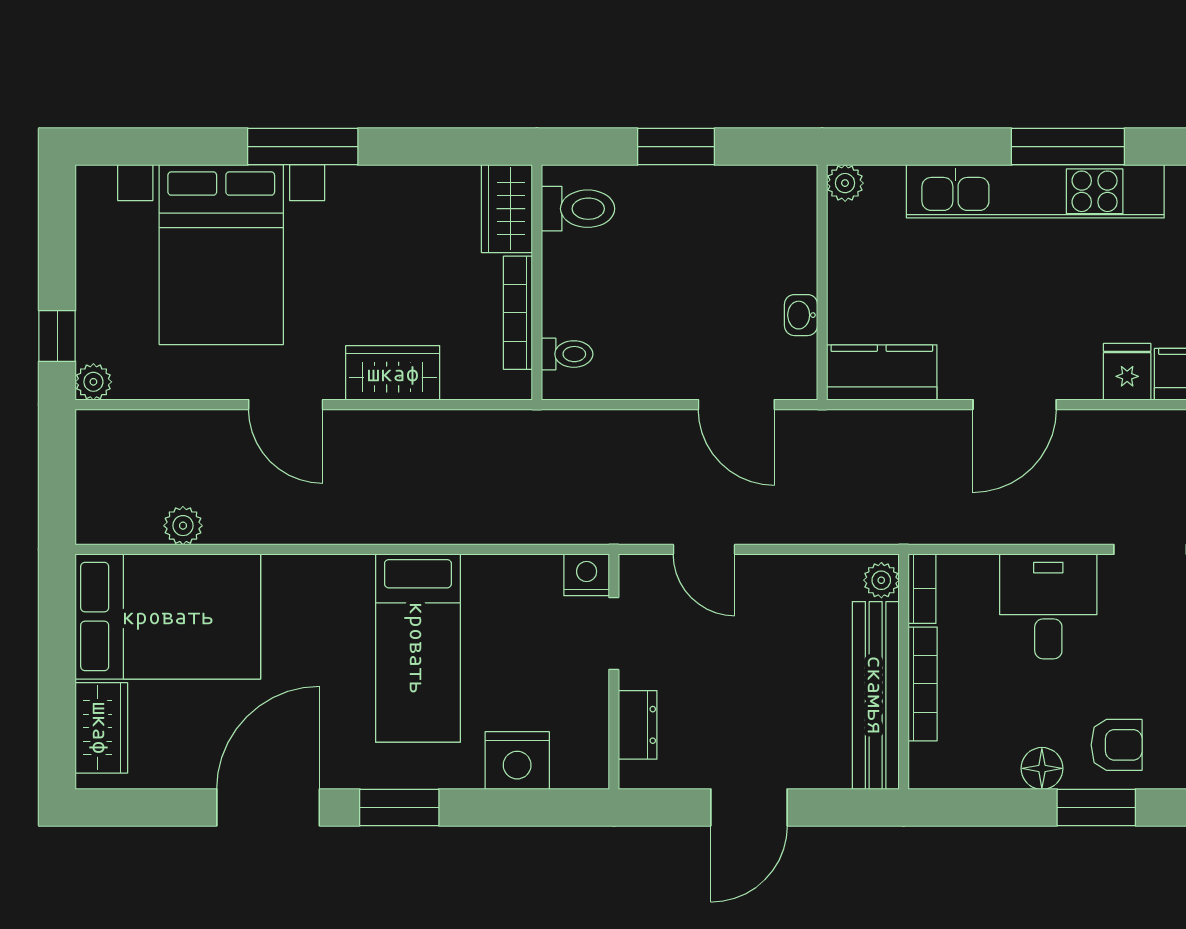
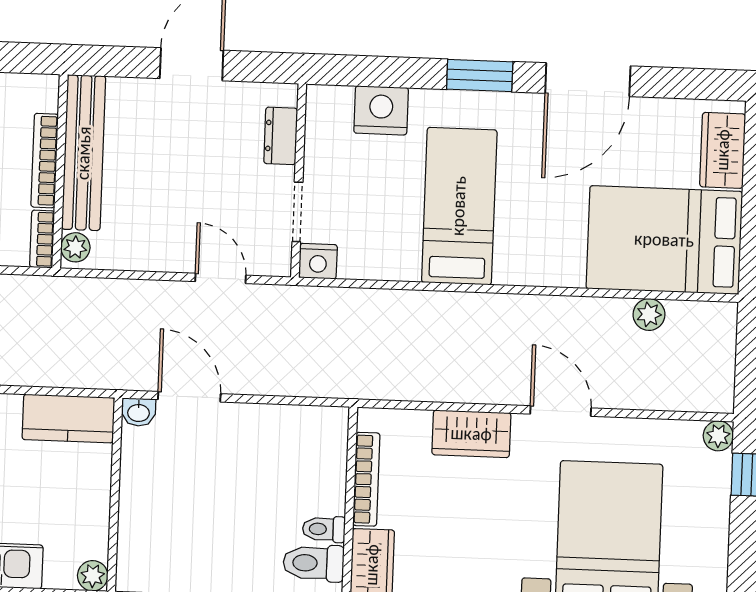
washbasin: (801, 315) -> (139, 412), moved, turned 90
toilet: (567, 354) -> (324, 529), moved

